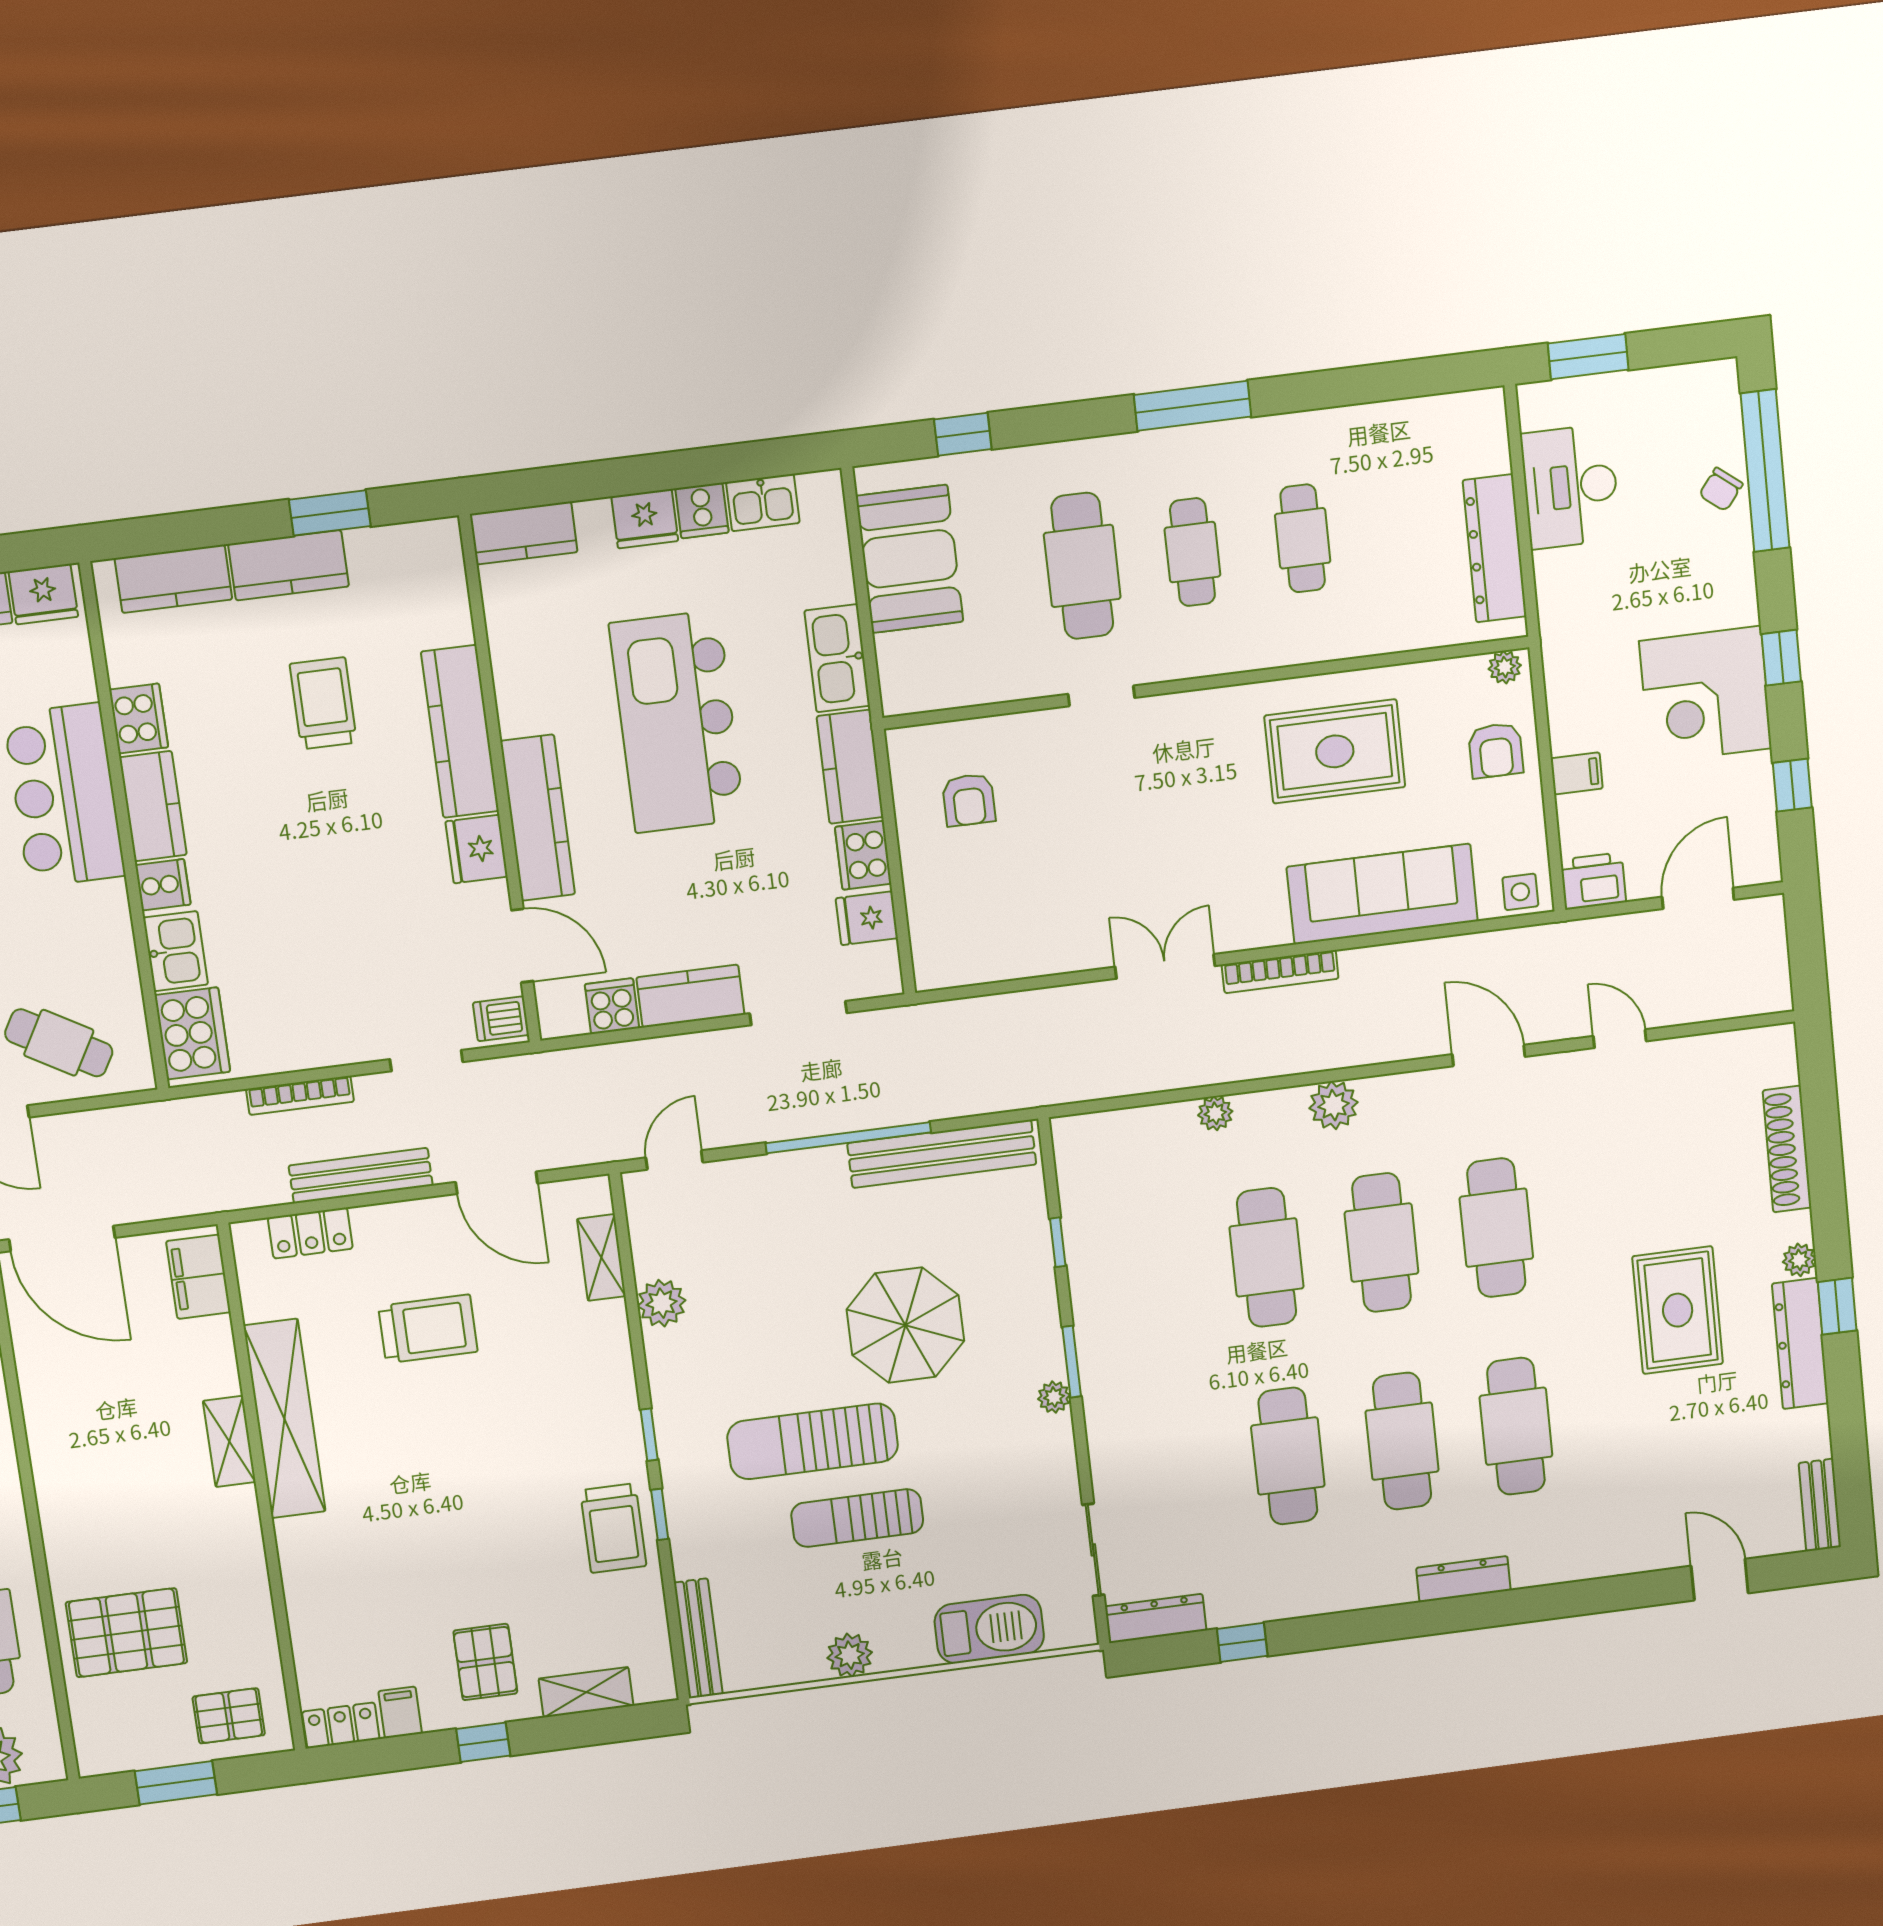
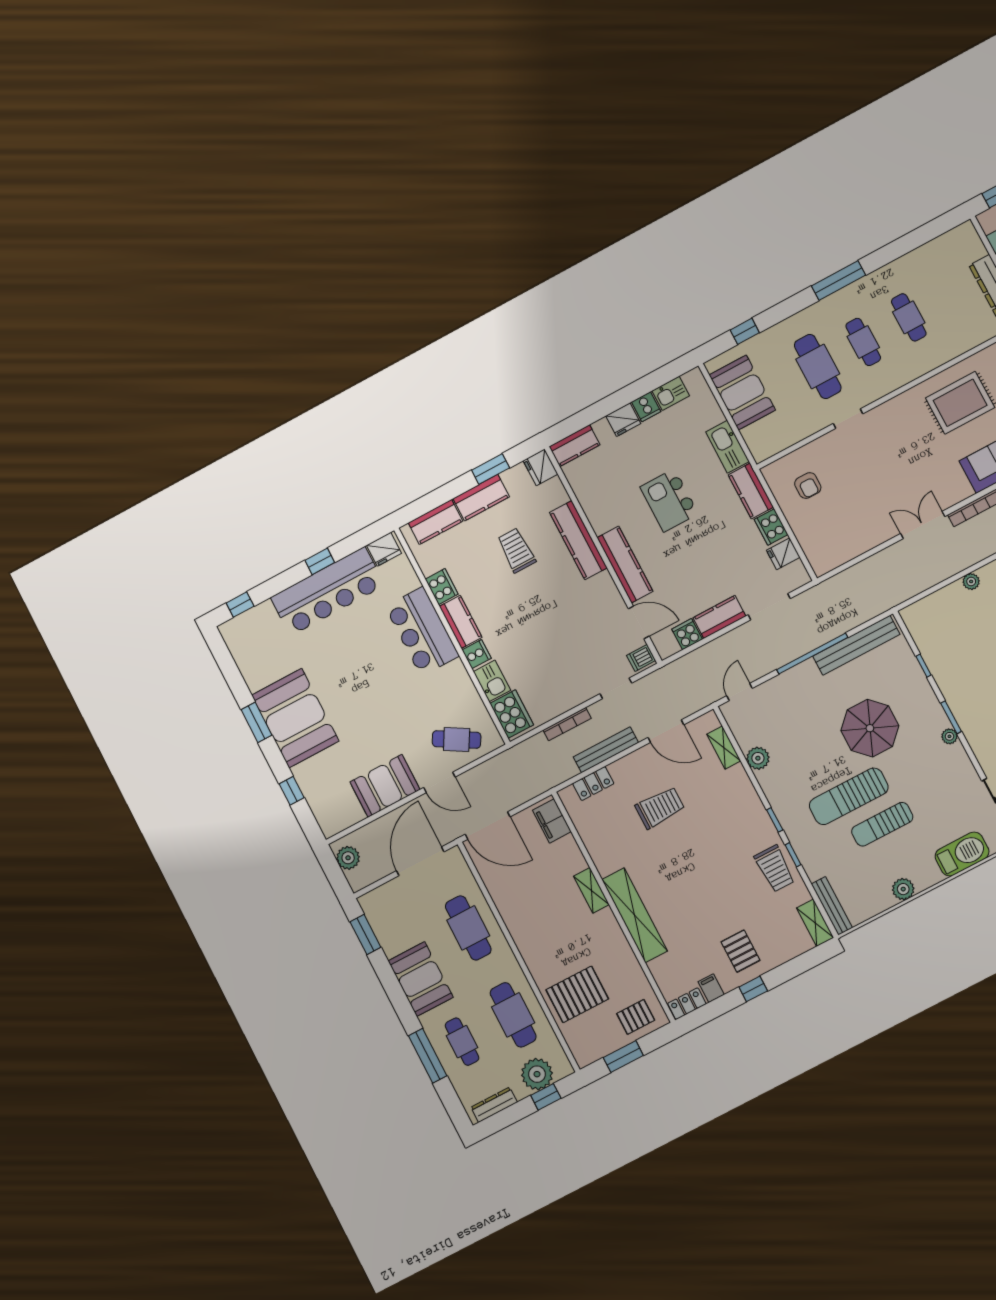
kitchen island: (677, 722) -> (669, 500), width x0.54, depth x0.78
fridge: (477, 849) -> (540, 467), moved
shelving: (285, 1419) -> (635, 915), moved
shelving: (586, 1692) -> (815, 923), moved, turned 90

